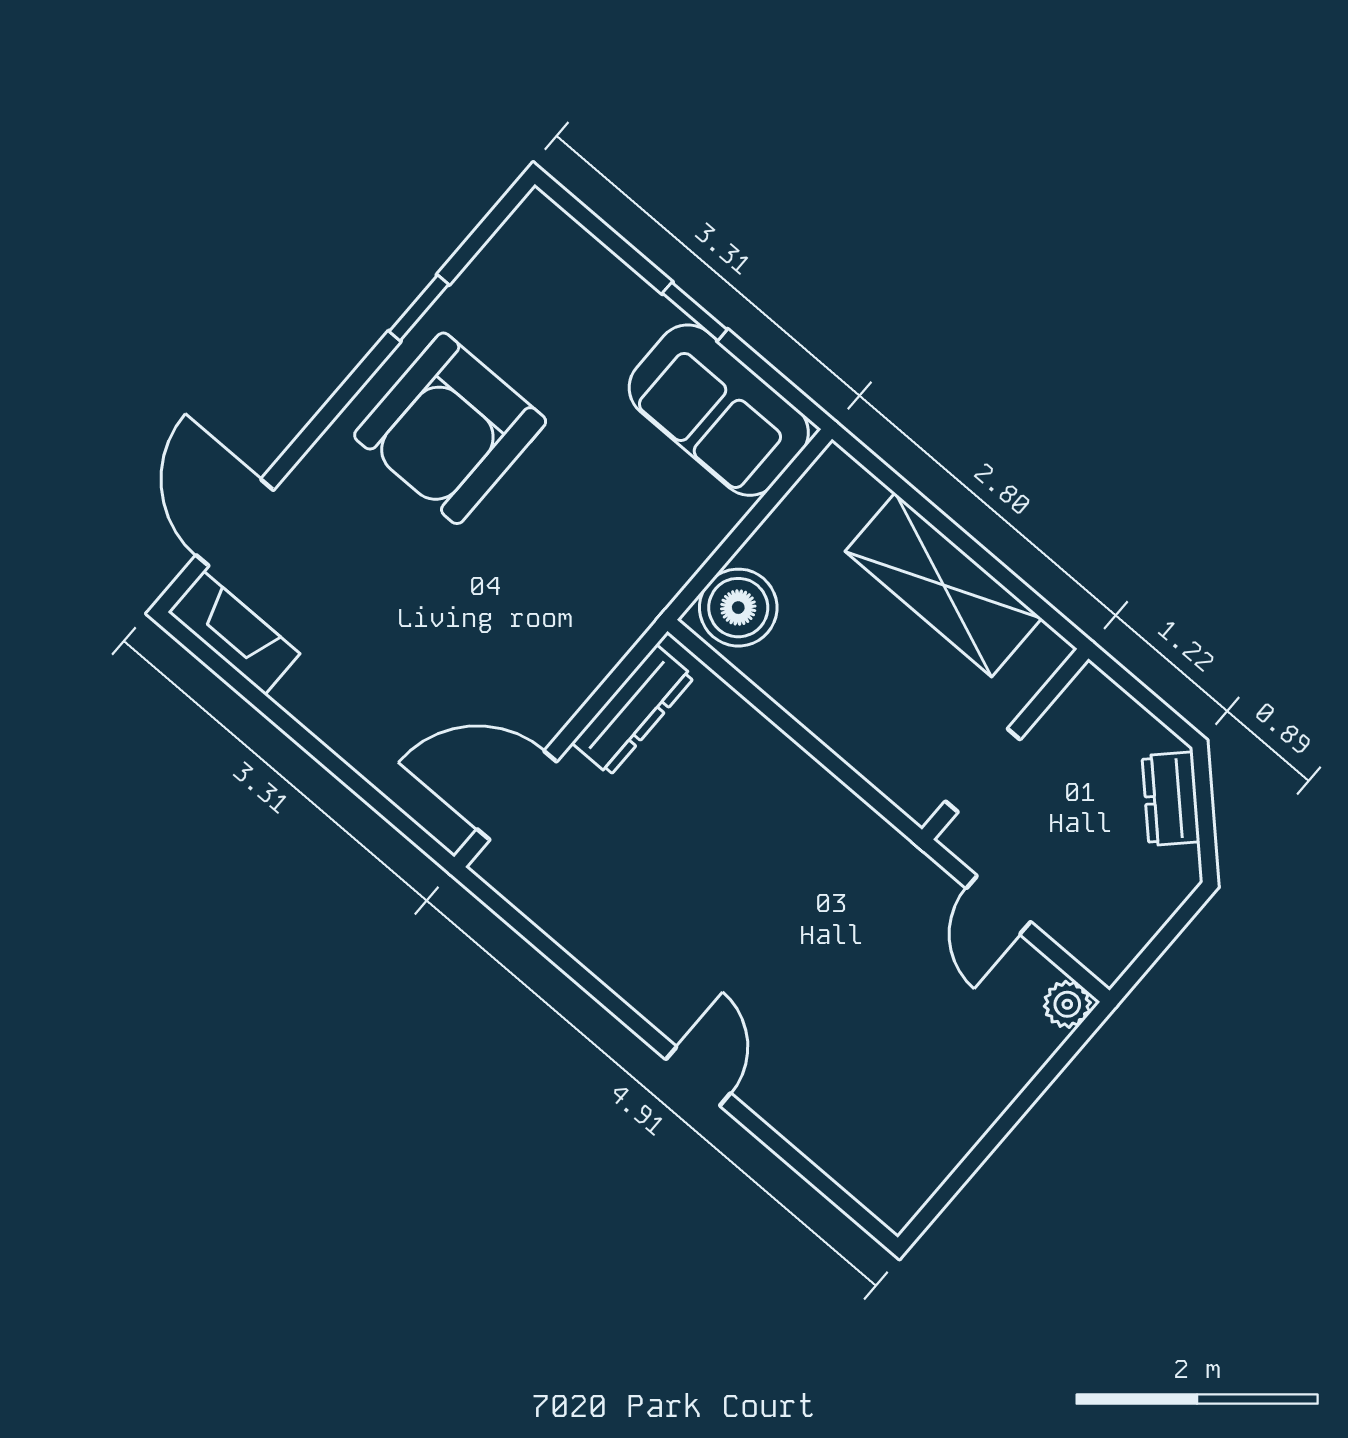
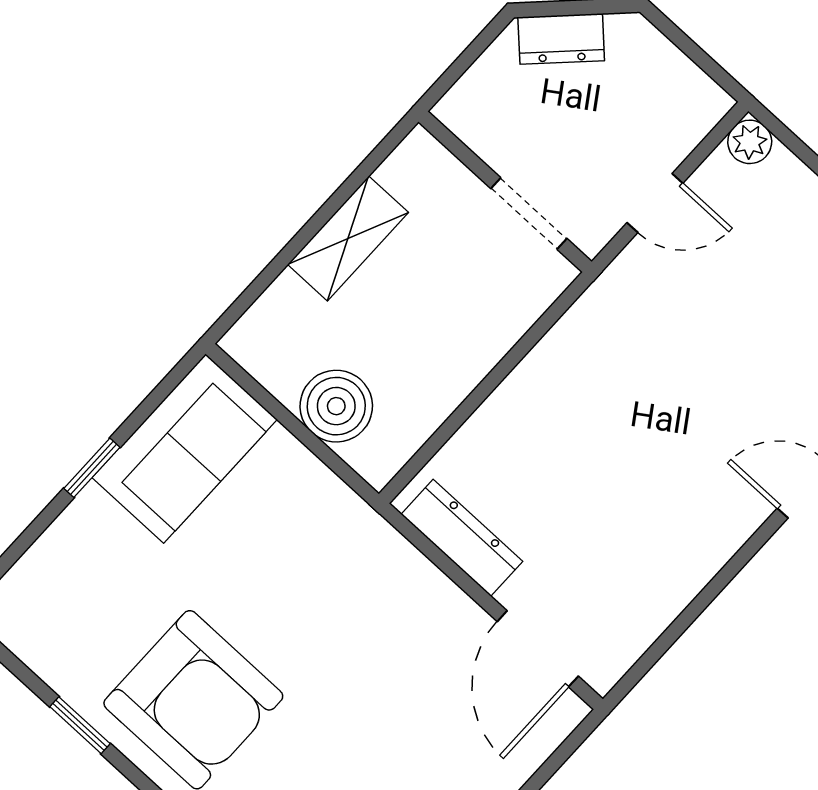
shelving: (943, 585) -> (348, 238), width x0.67, depth x0.75
boiler: (738, 608) -> (336, 406), moved

